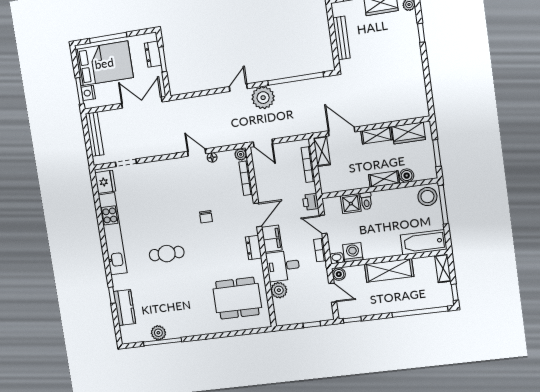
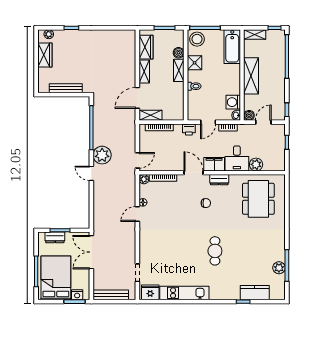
shower: (351, 204) -> (195, 63), moved
chair: (206, 217) -> (206, 203), moved
kitchen unit: (113, 234) -> (184, 293), width x0.73

